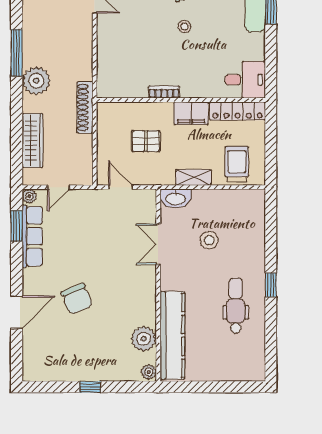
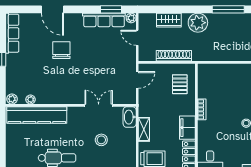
plant: (36, 81) -> (198, 23), moved
shoe rack: (85, 107) -> (174, 56), moved
wardrobe: (33, 140) -> (169, 20), width x0.67
pallet: (146, 141) -> (180, 84), moved
chair: (77, 299) -> (61, 50), turned 112
plant: (144, 339) -> (31, 100), width x0.53, depth x0.53
row of seats: (52, 372) -> (12, 33), added

